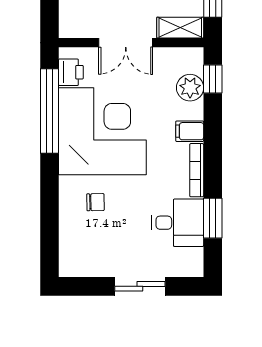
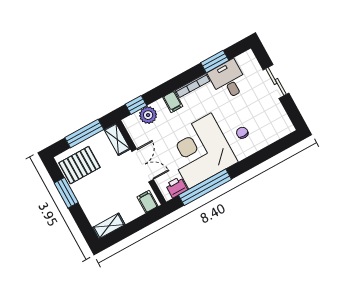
filing cabinet: (73, 22) -> (148, 202), added

